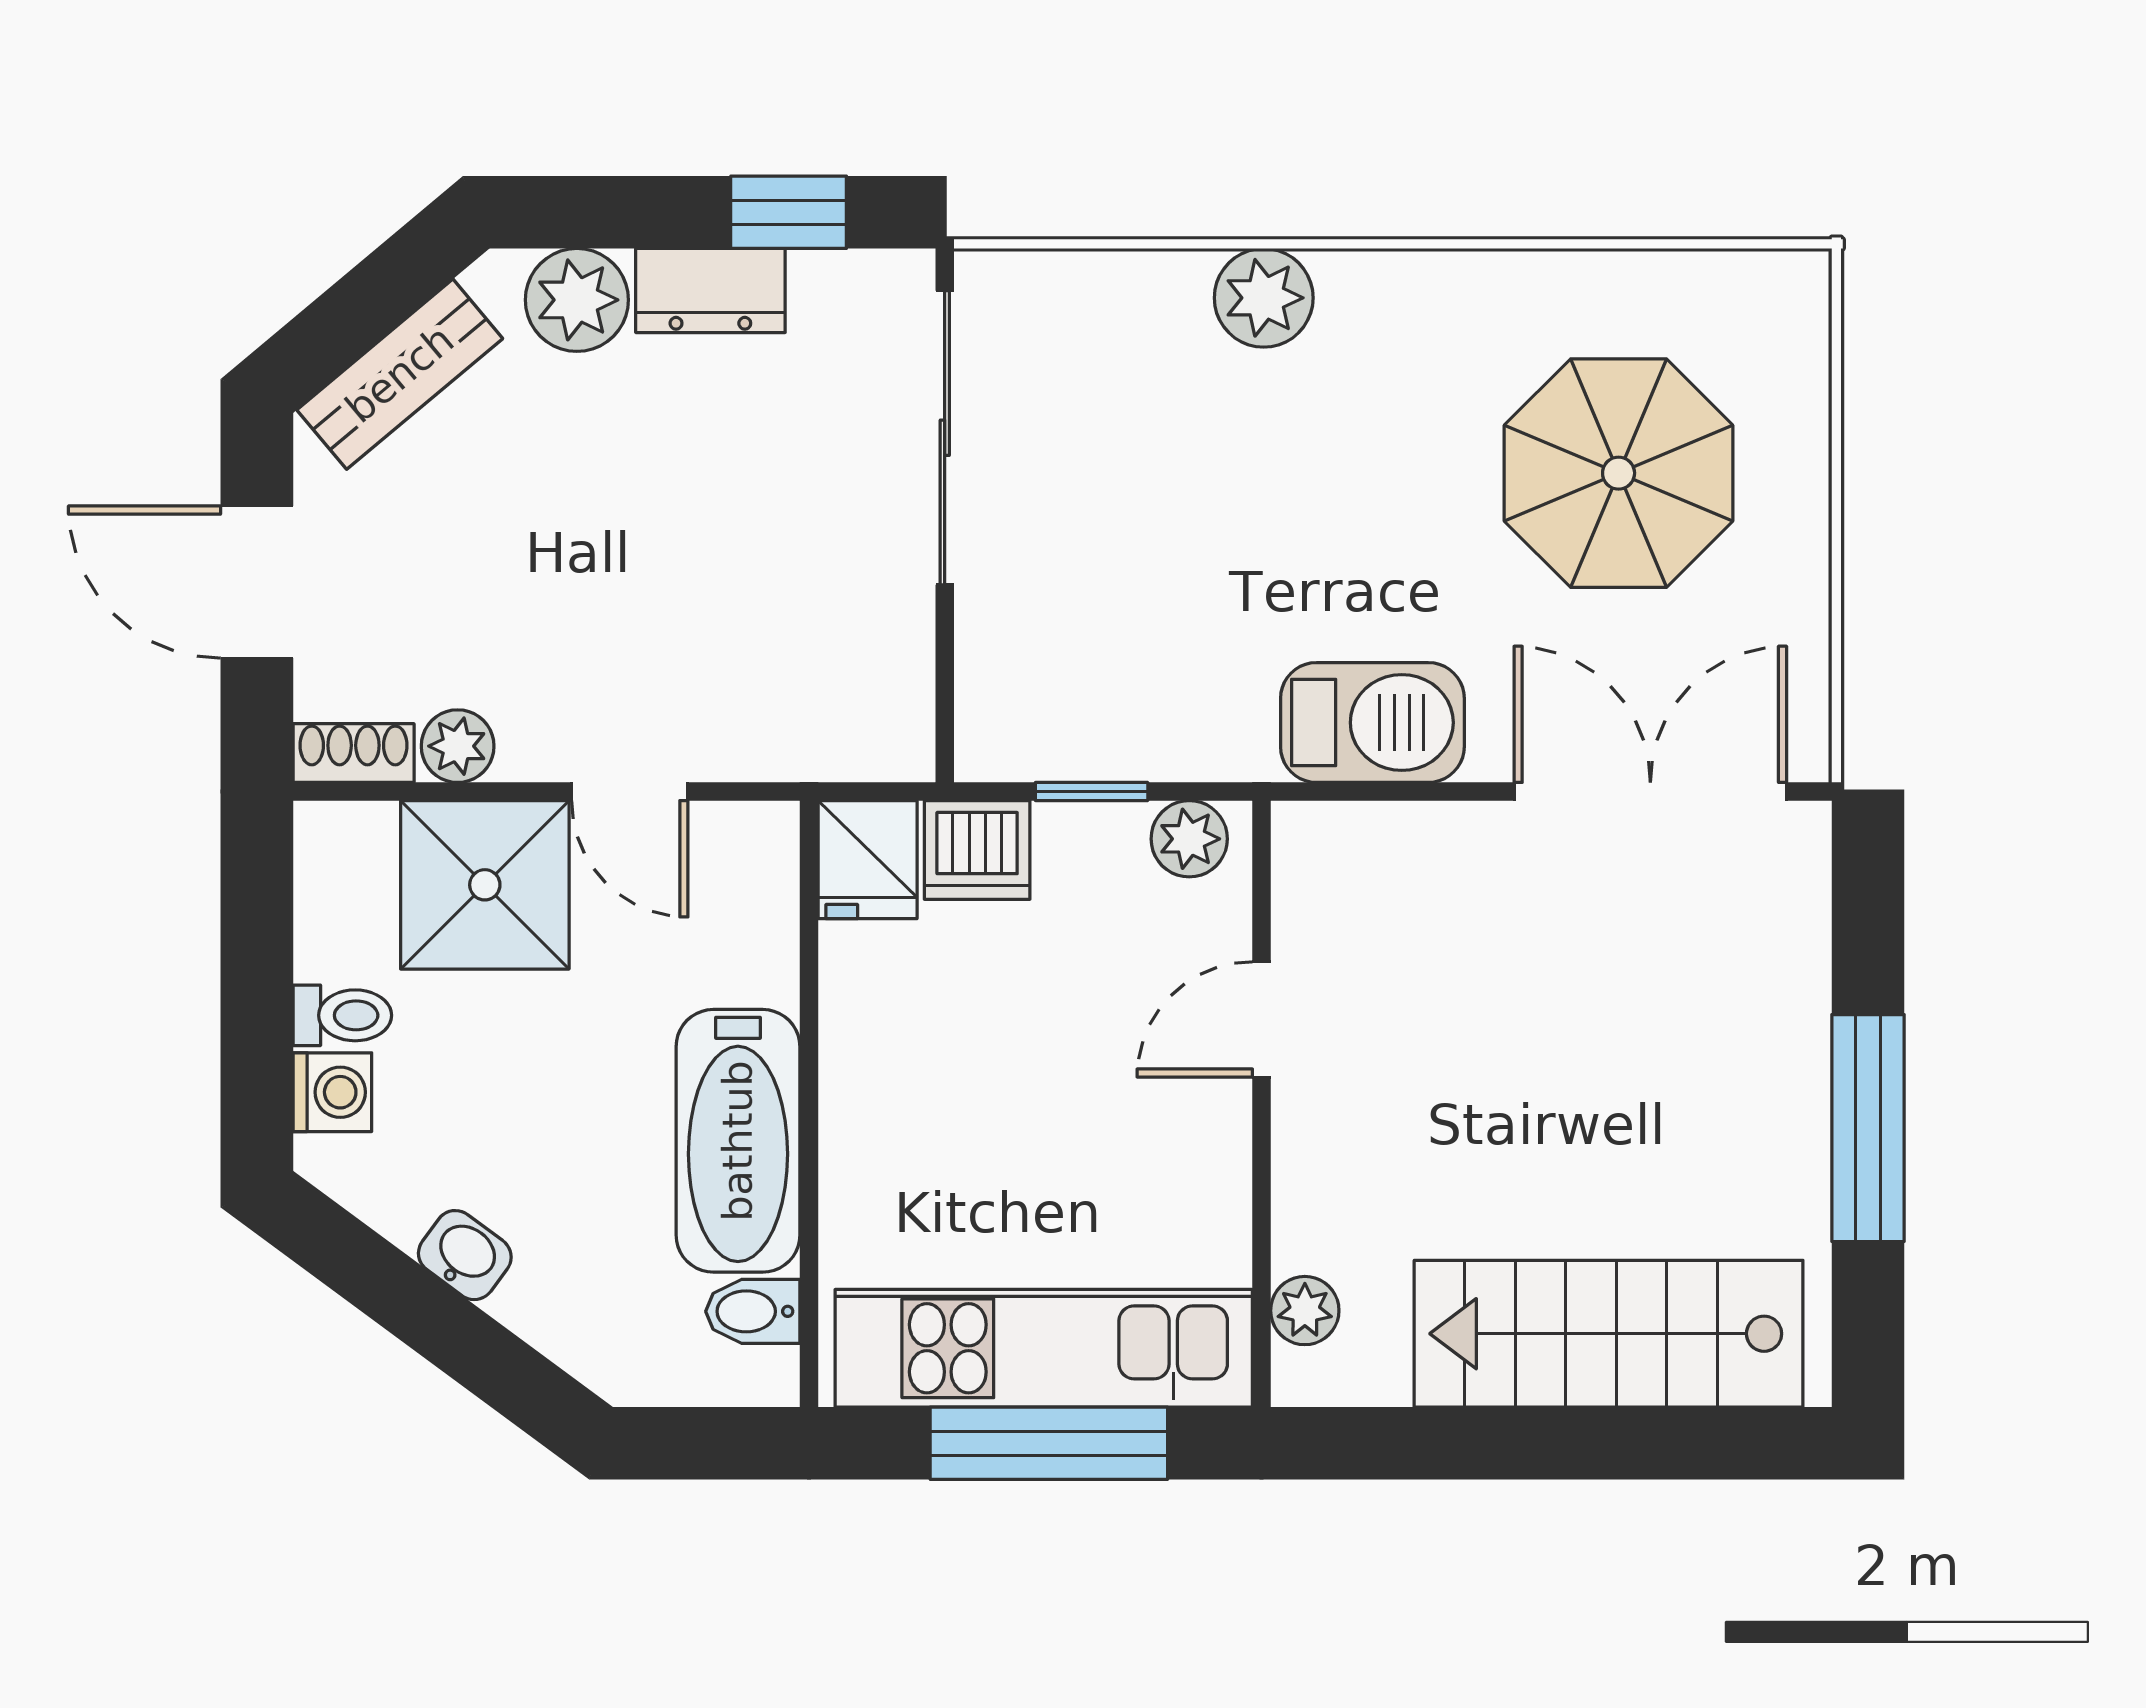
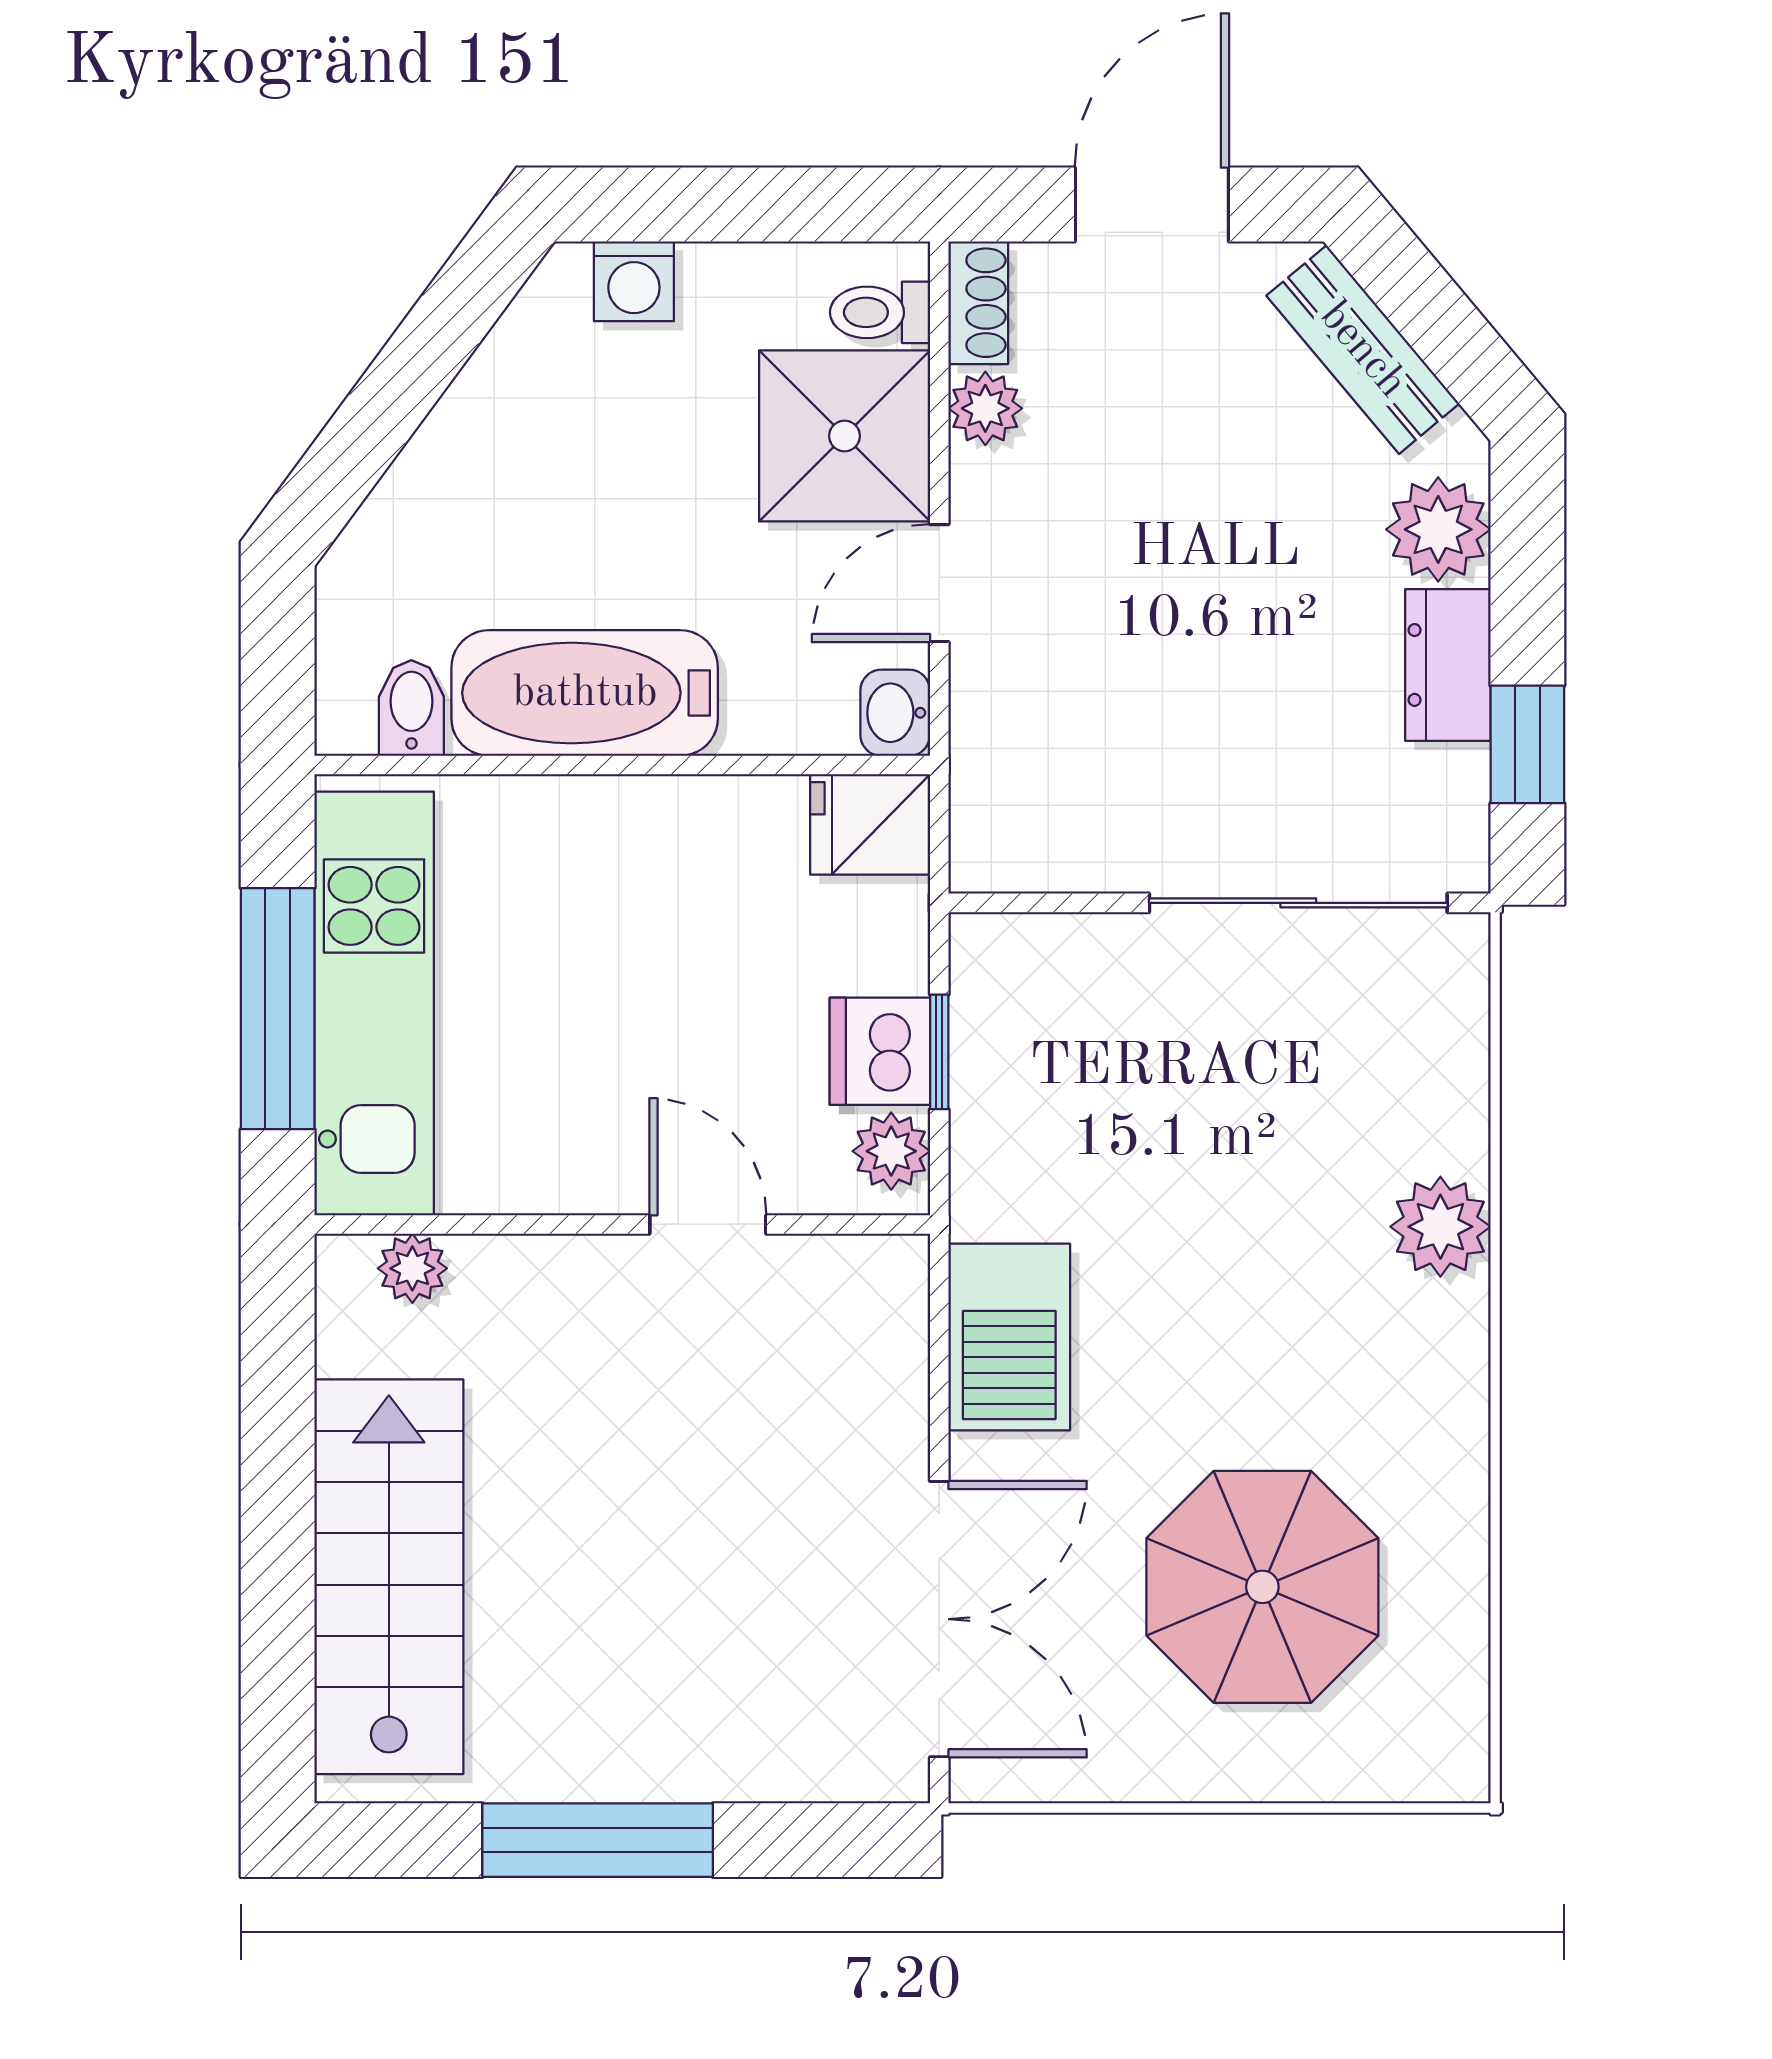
dishwasher: (977, 850) -> (880, 1051), moved
toilet: (342, 1015) -> (880, 312), moved, turned 90
washbasin: (465, 1255) -> (895, 713), moved, turned 144

